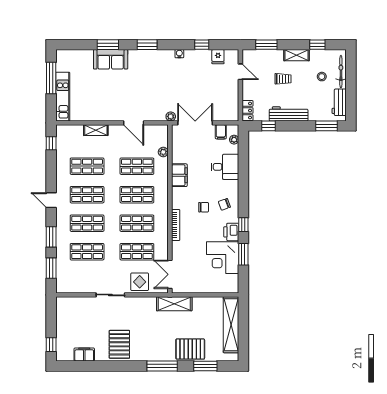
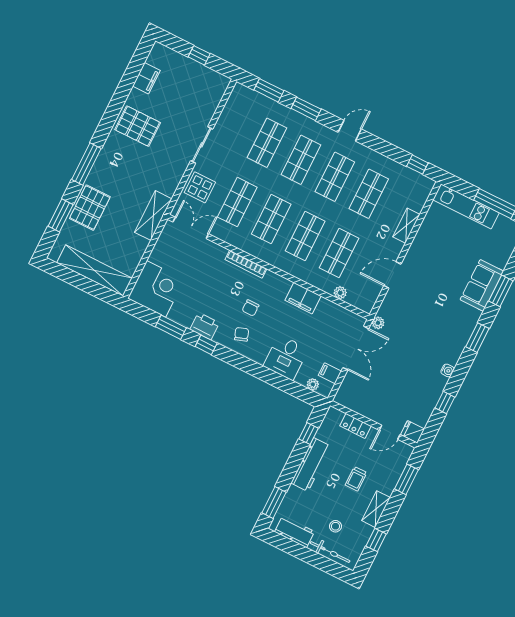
fridge: (218, 57) -> (413, 432), moved
locker: (248, 111) -> (355, 426), moved
corner desk: (223, 258) -> (156, 289), moved, turned 90
window: (51, 345) -> (199, 55), moved

